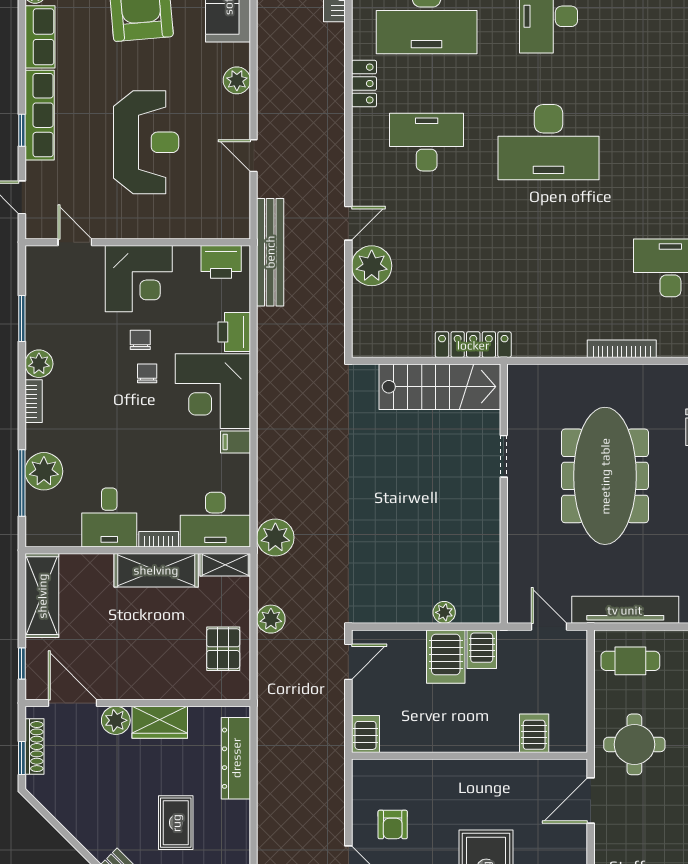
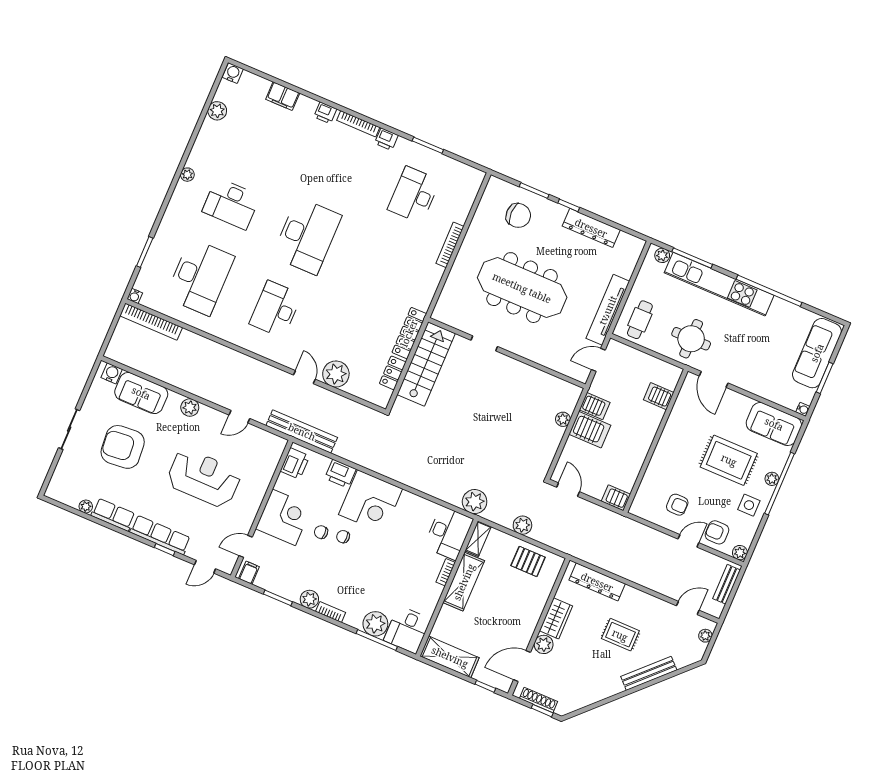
locker: (364, 84) -> (393, 373), moved, turned -90
filing cabinet: (236, 442) -> (249, 573), moved, turned 180
desk: (109, 518) -> (407, 630), moved, turned 90

